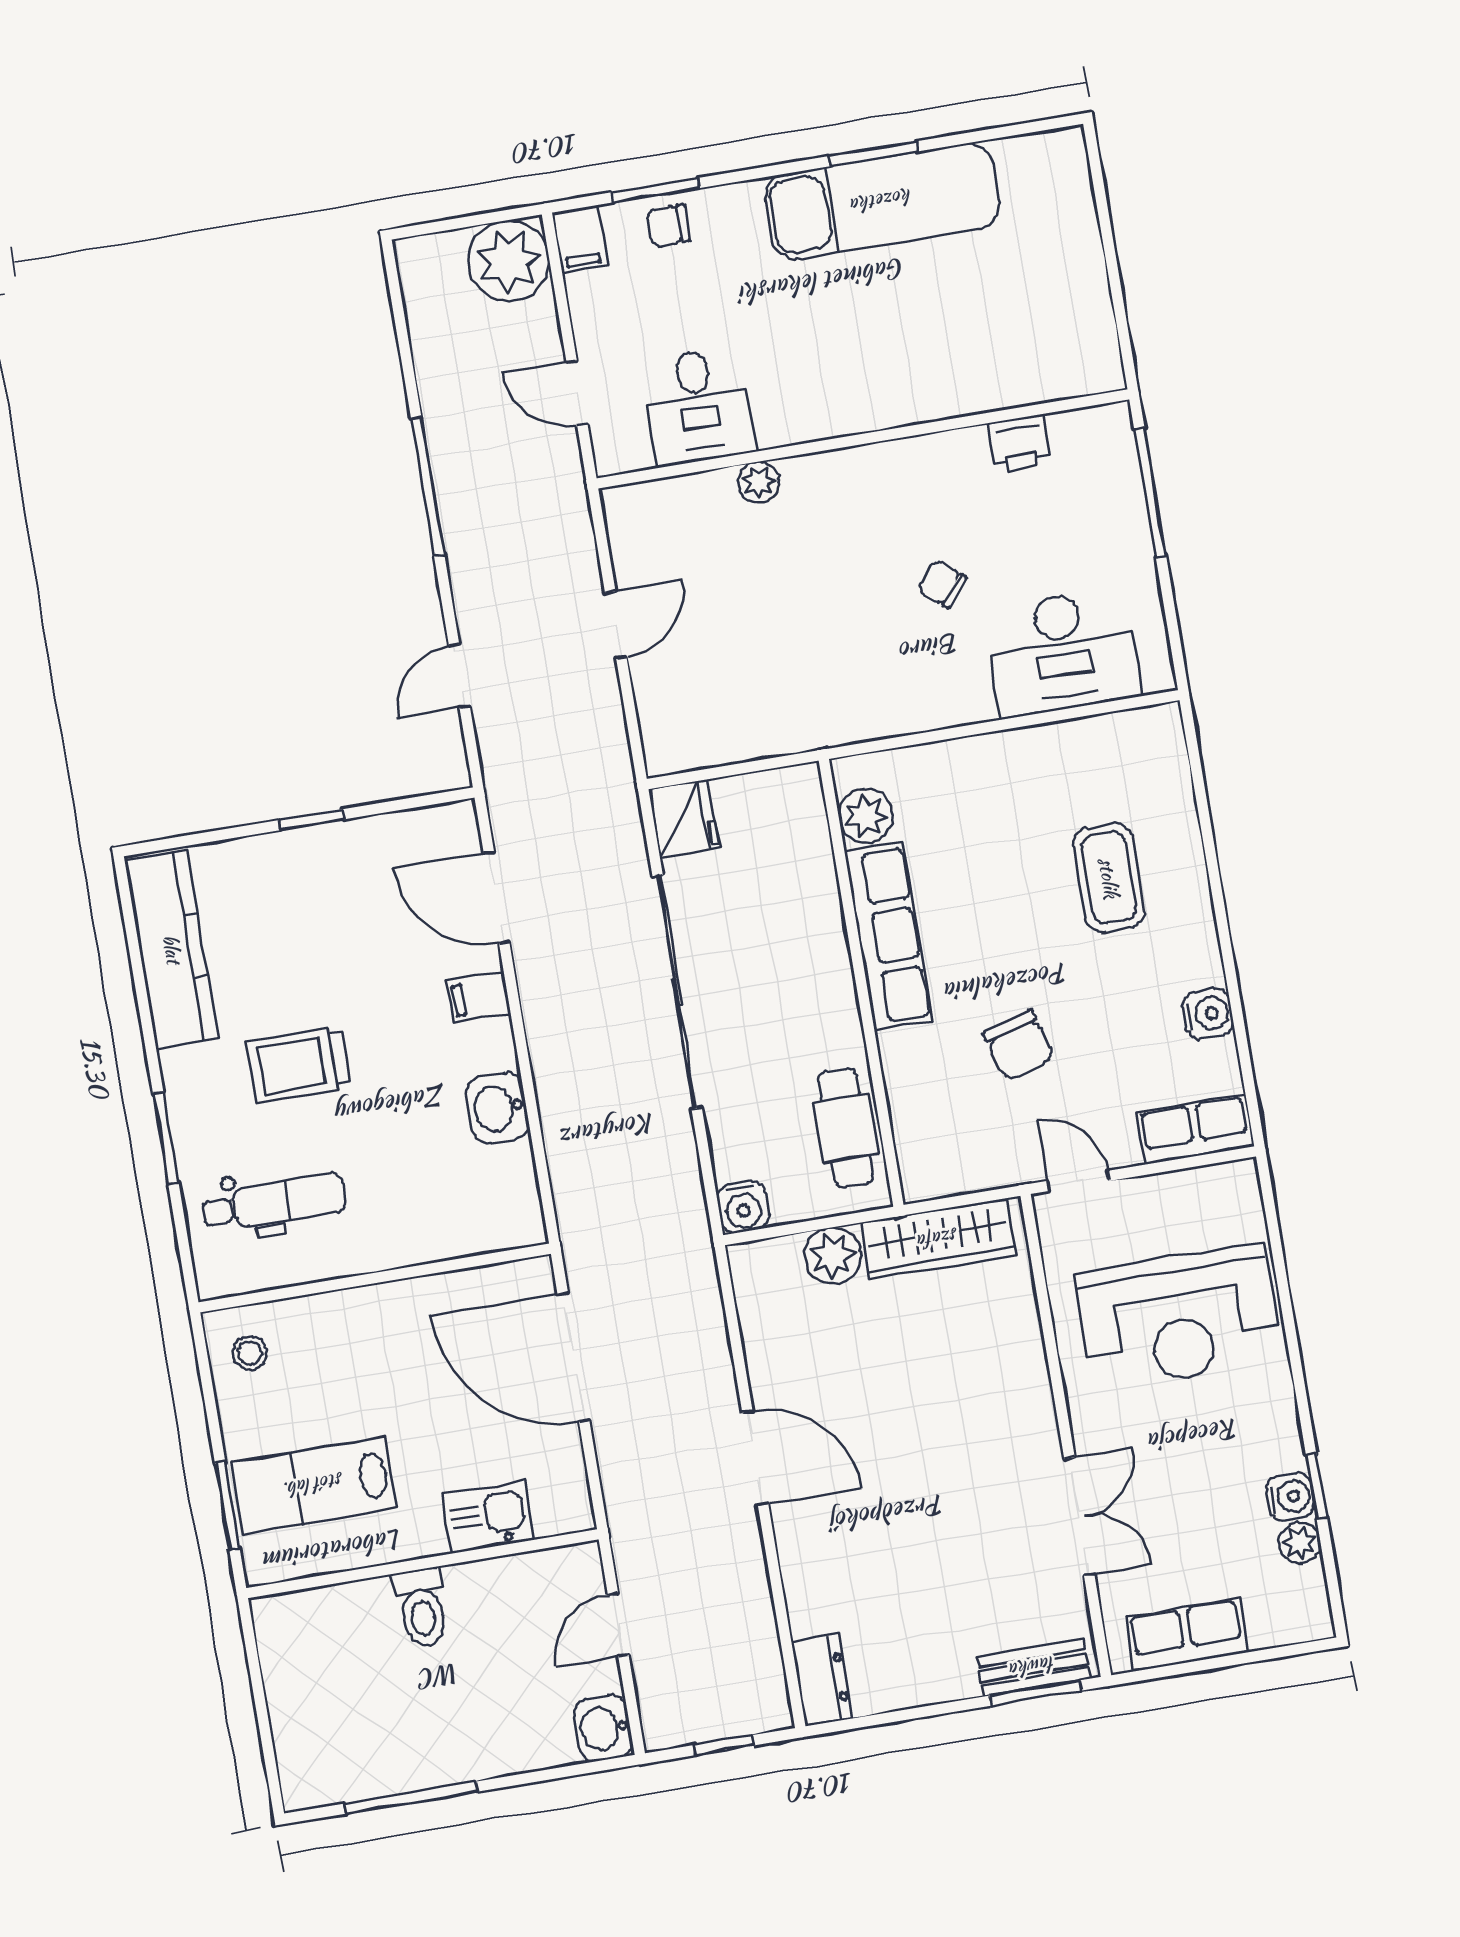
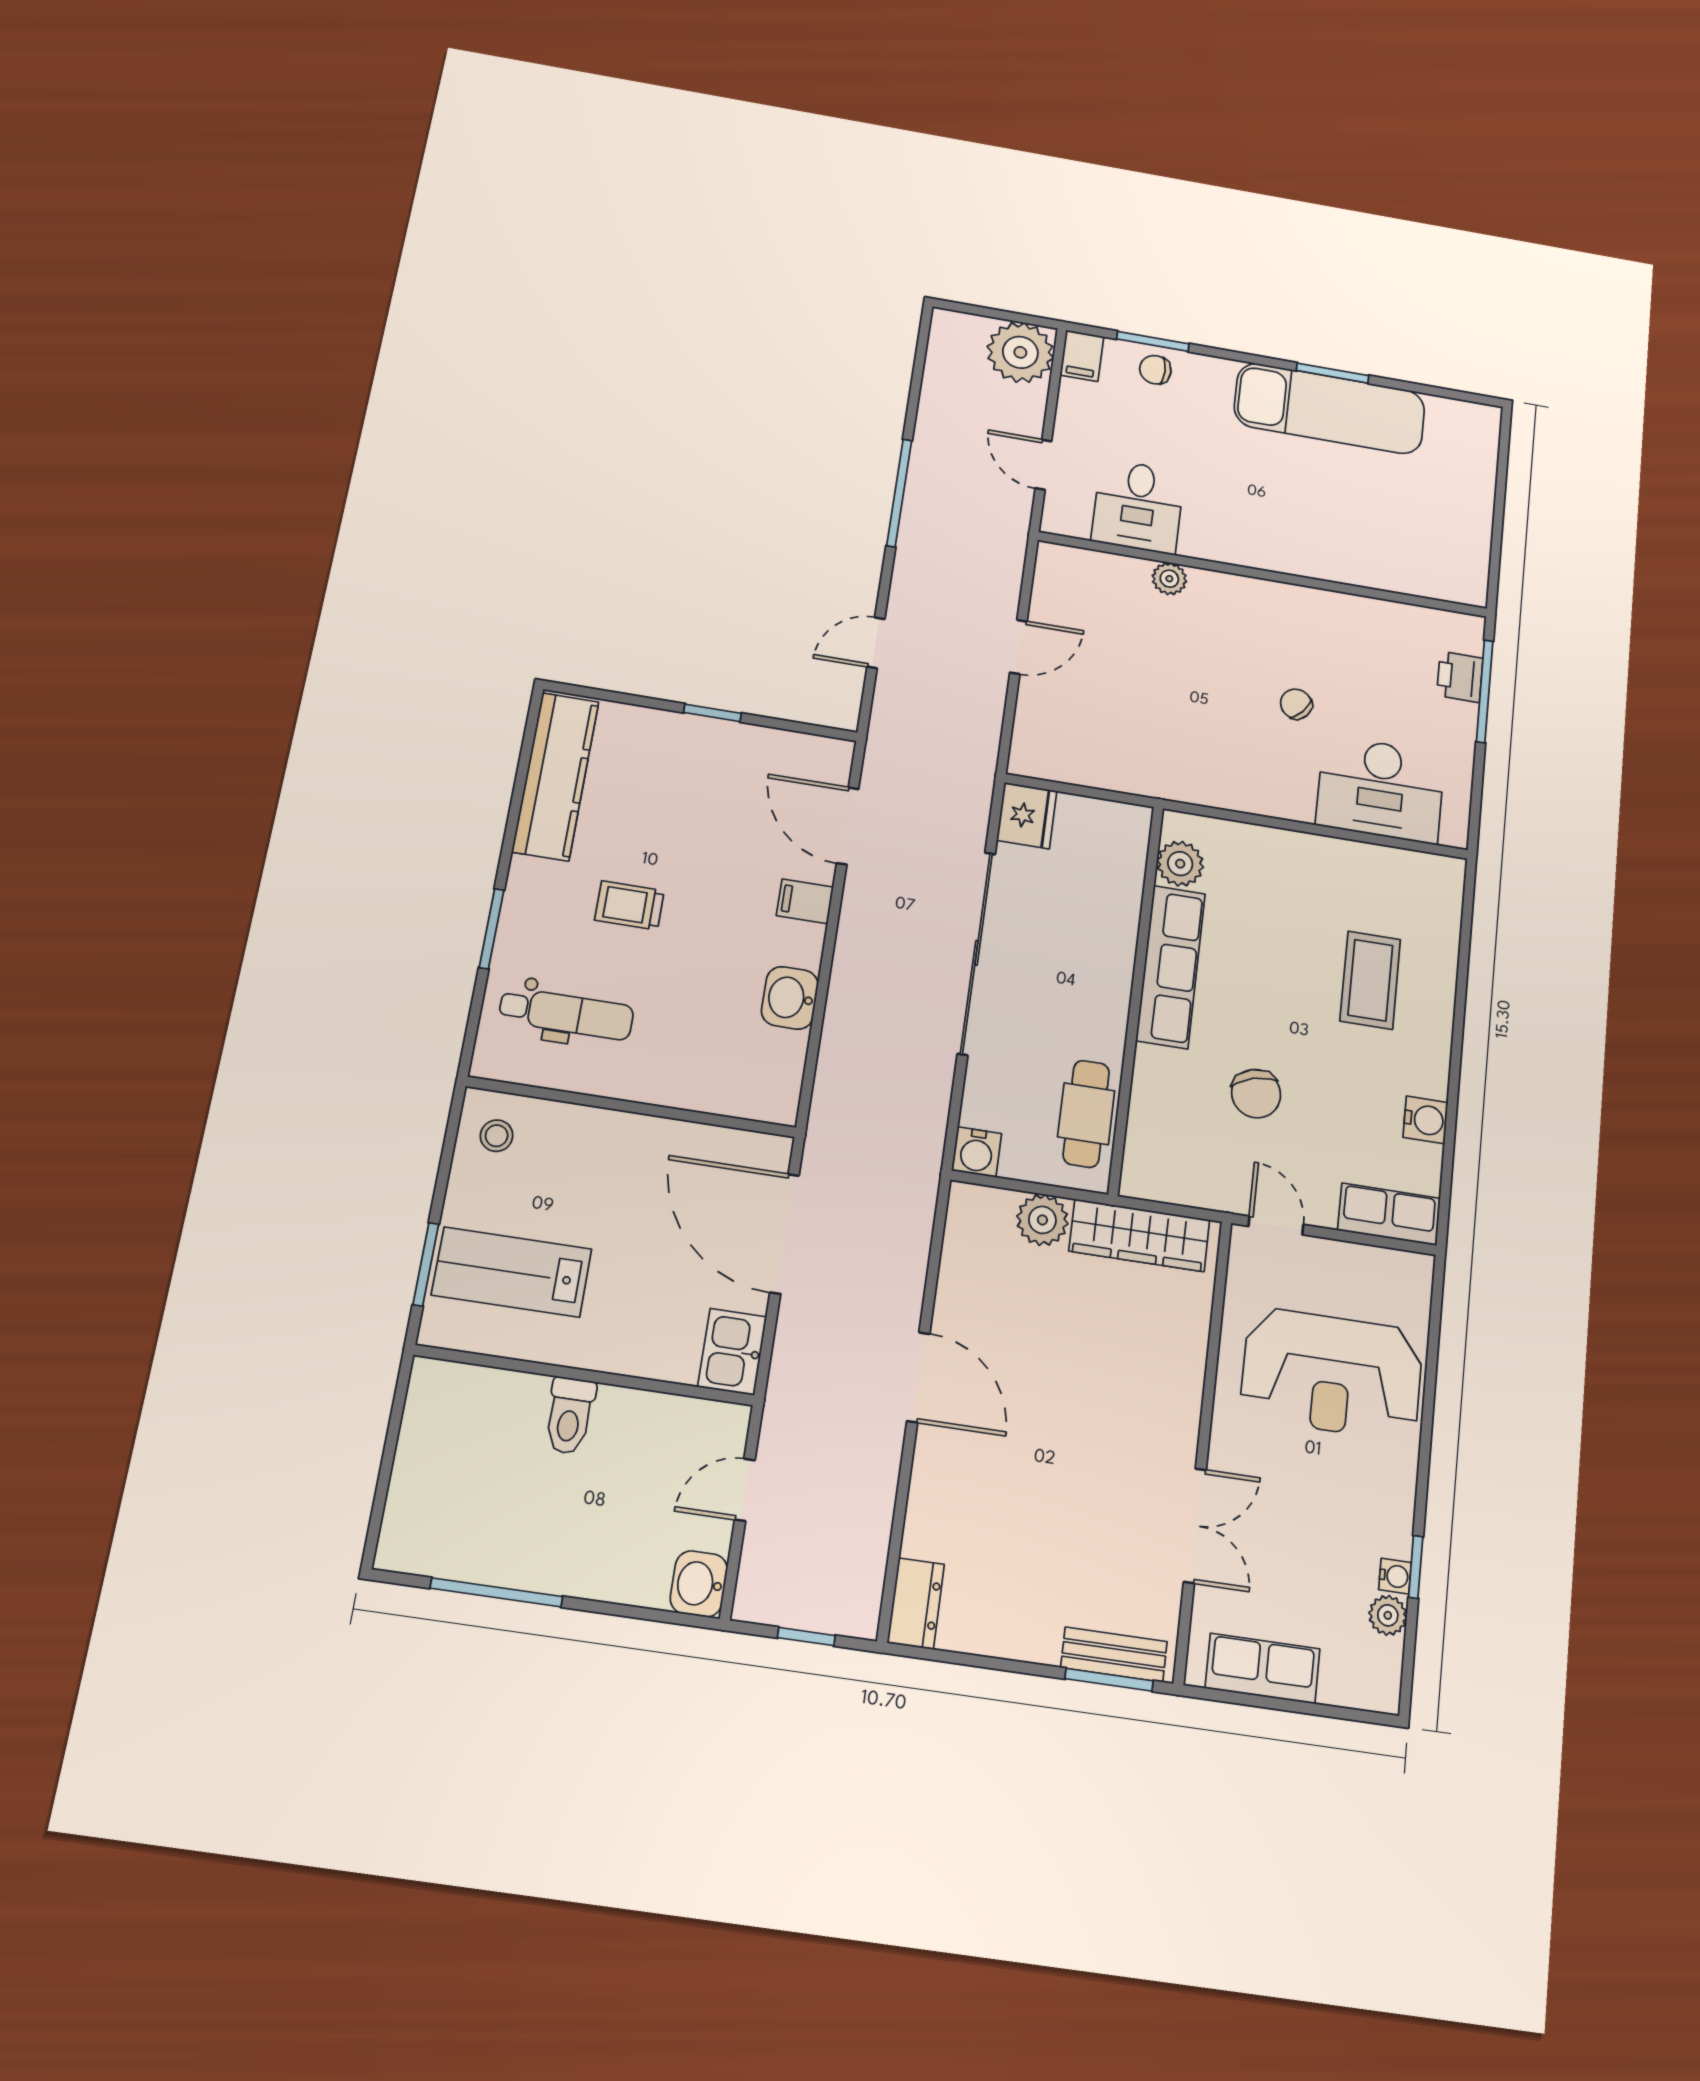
printer: (1019, 444) -> (1460, 677), moved, turned 90
trolley: (298, 1065) -> (629, 905), width x0.73, depth x0.72
water cooler: (1290, 1497) -> (1395, 1576), width x0.72, depth x0.72
kitchen sink: (488, 1517) -> (732, 1352), moved, turned -90

